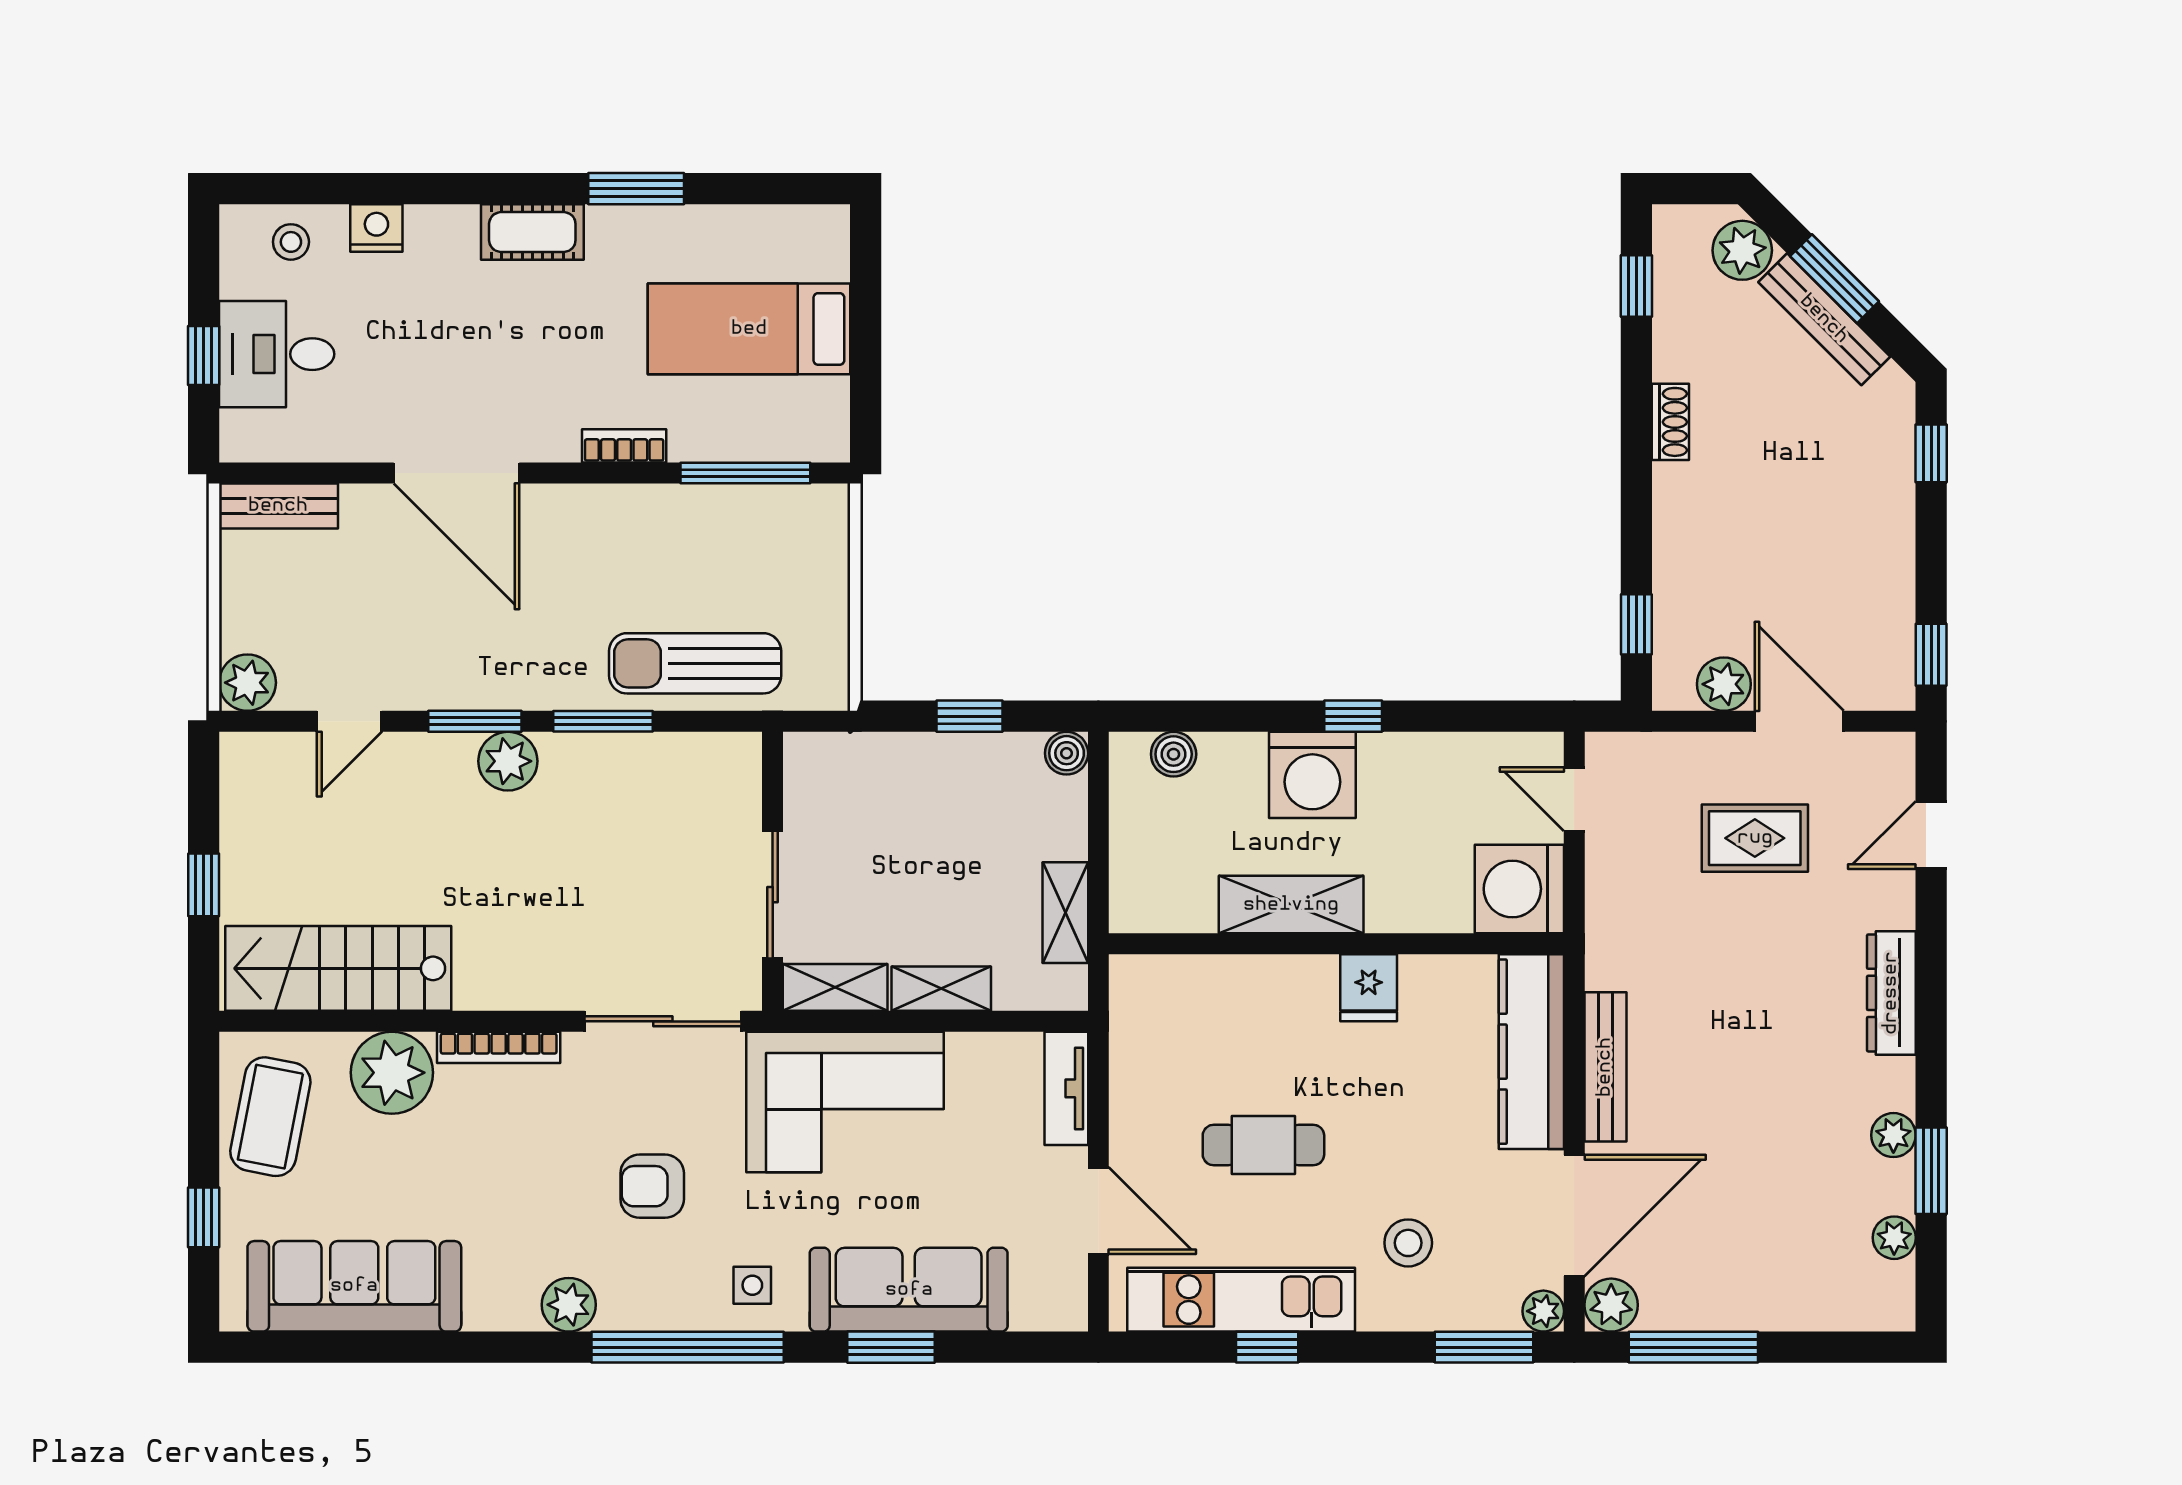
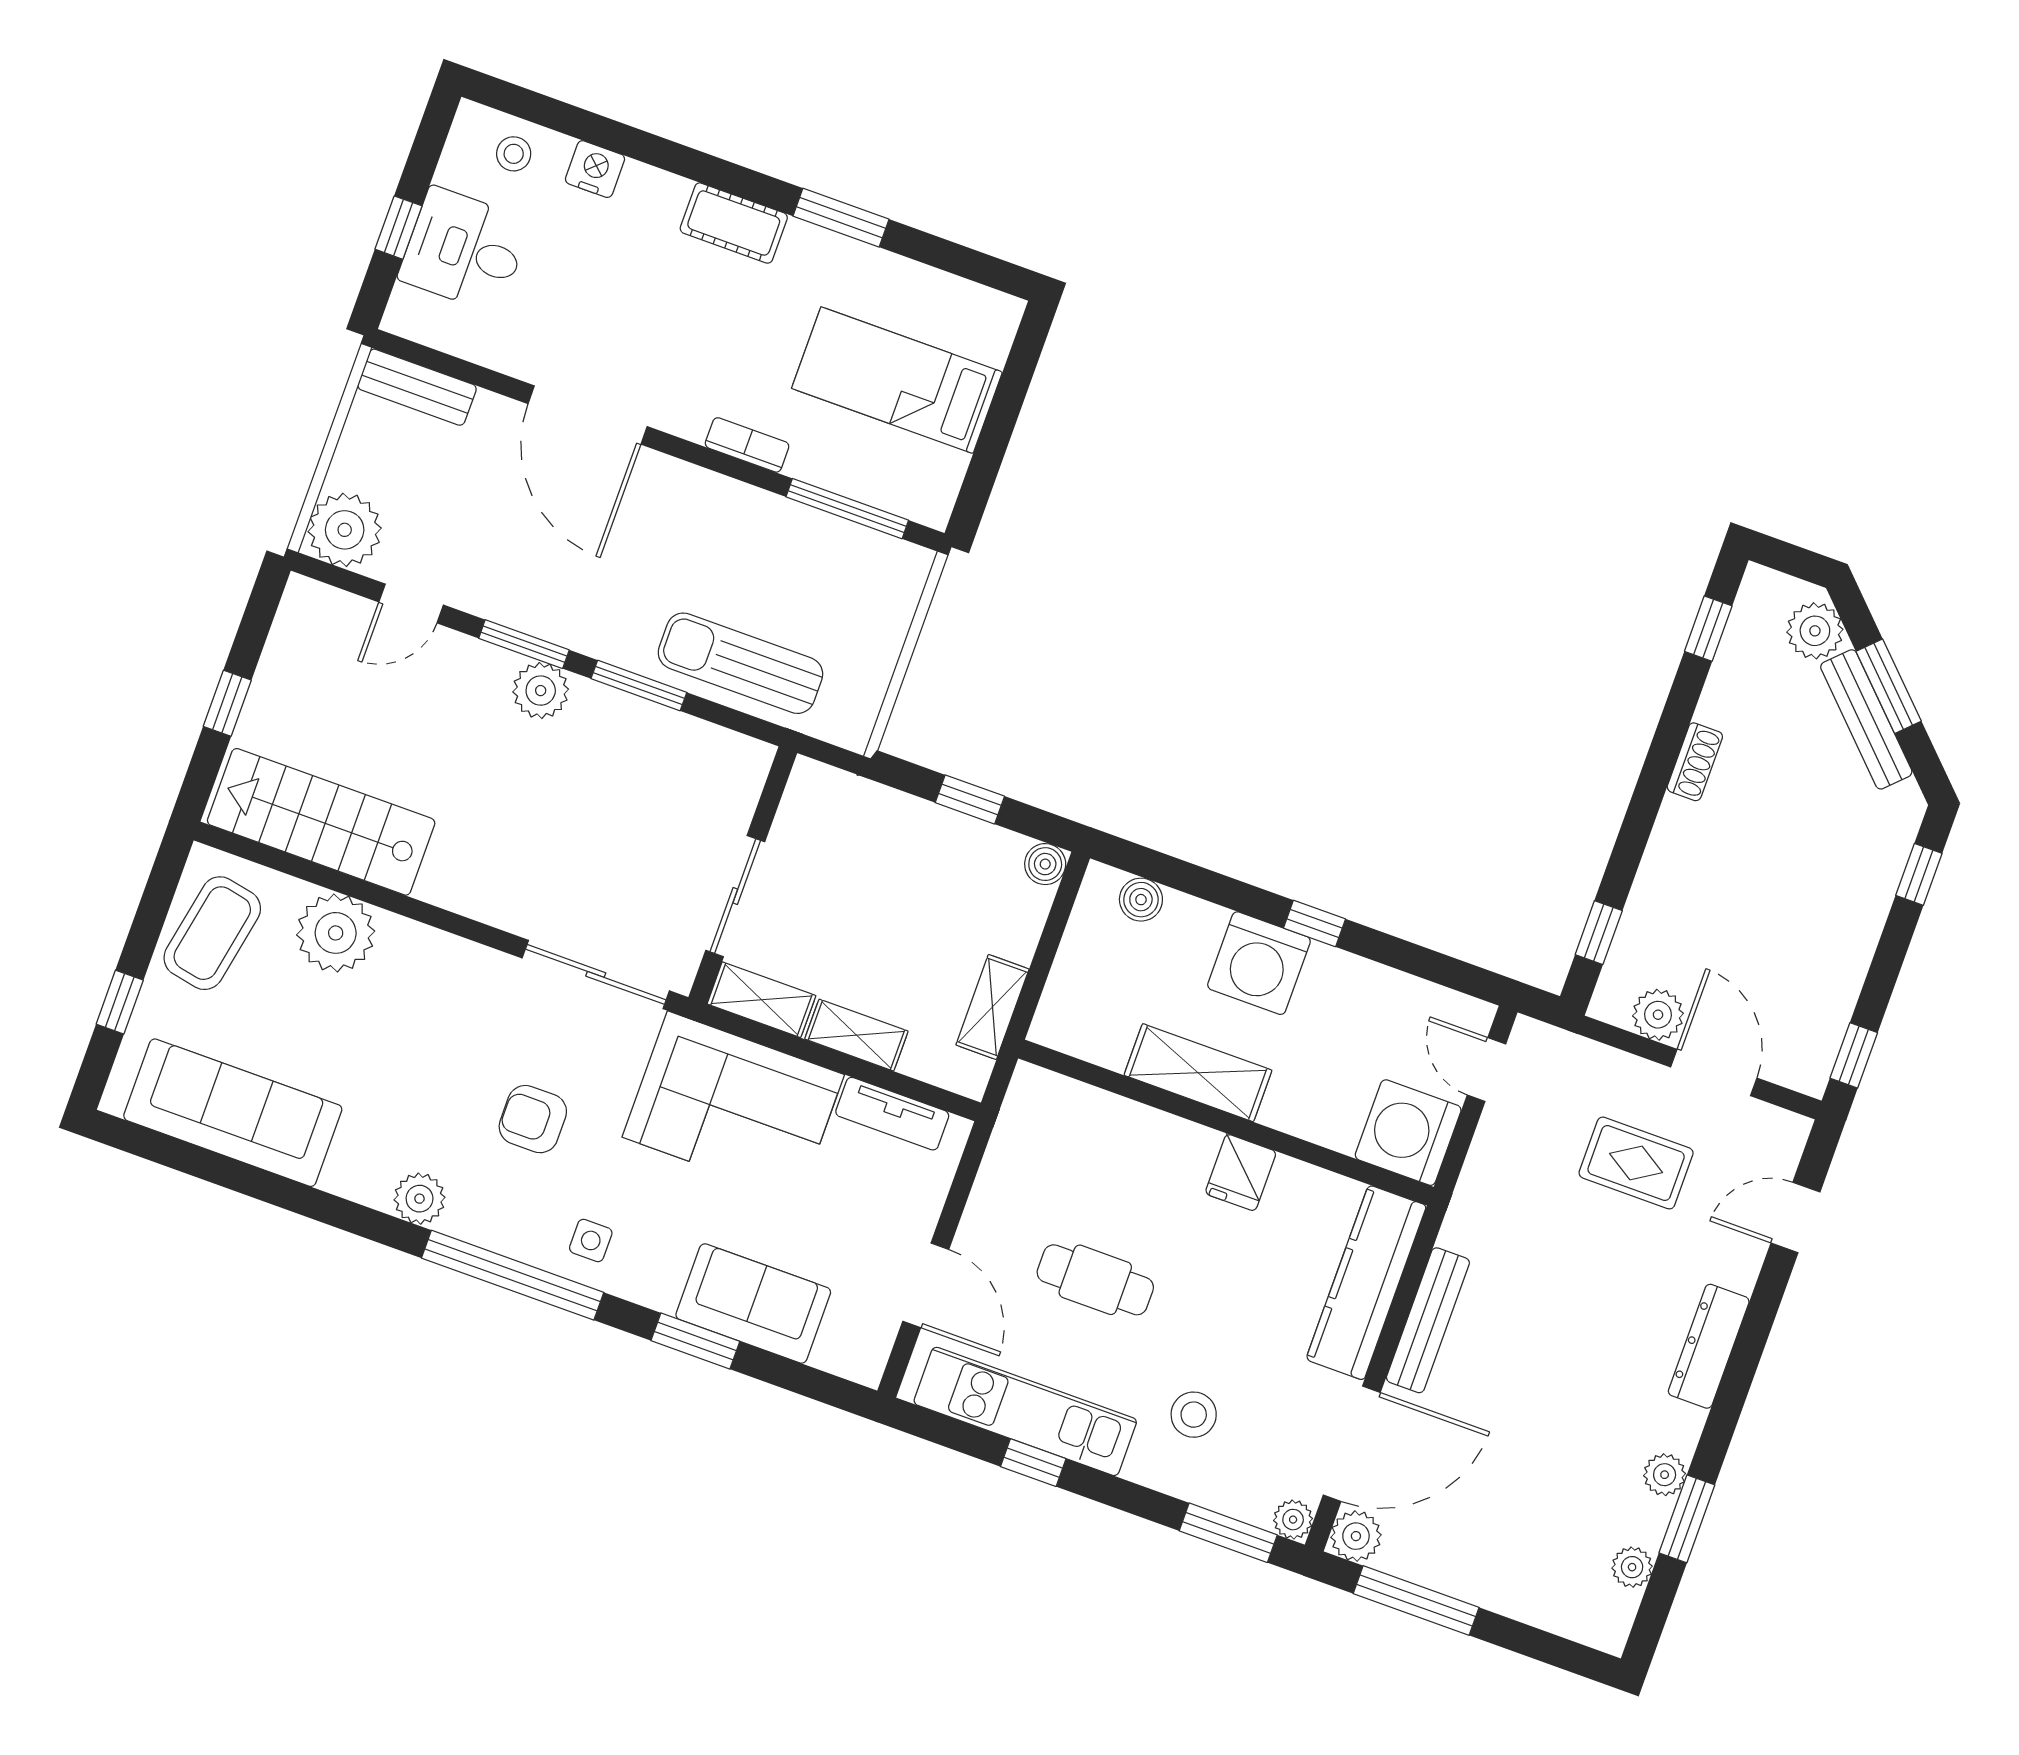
plant: (247, 683) -> (345, 530), width x1.36, depth x1.36
bookcase: (499, 1047) -> (440, 945), removed
tv unit: (1066, 1088) -> (892, 1114), moved, turned -90
sofa: (909, 1290) -> (753, 1303), width x0.73

